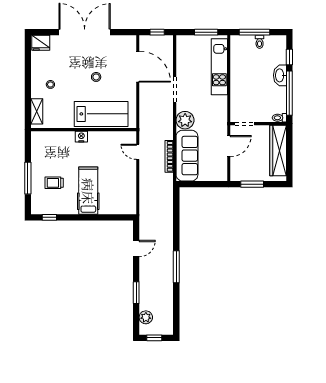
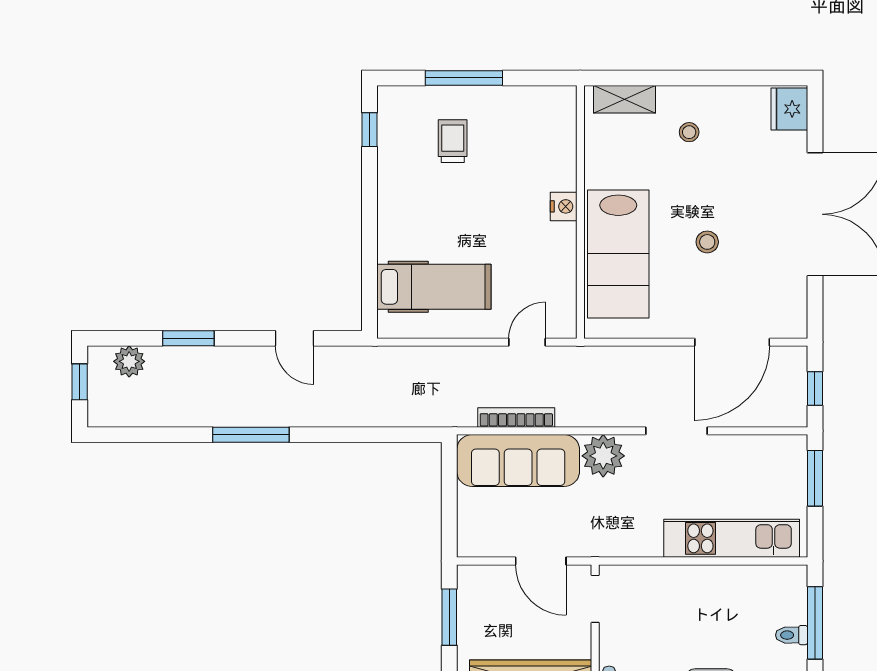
window: (206, 32) -> (815, 478), moved
hospital bed: (88, 191) -> (434, 287), moved

